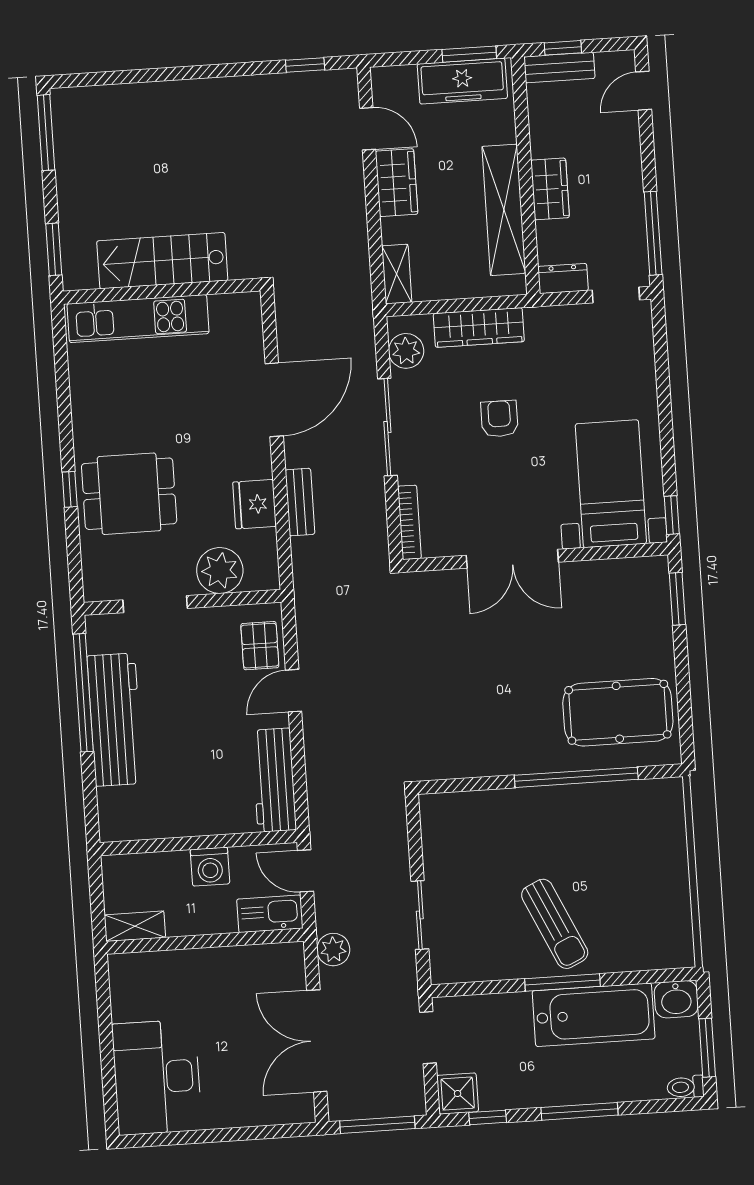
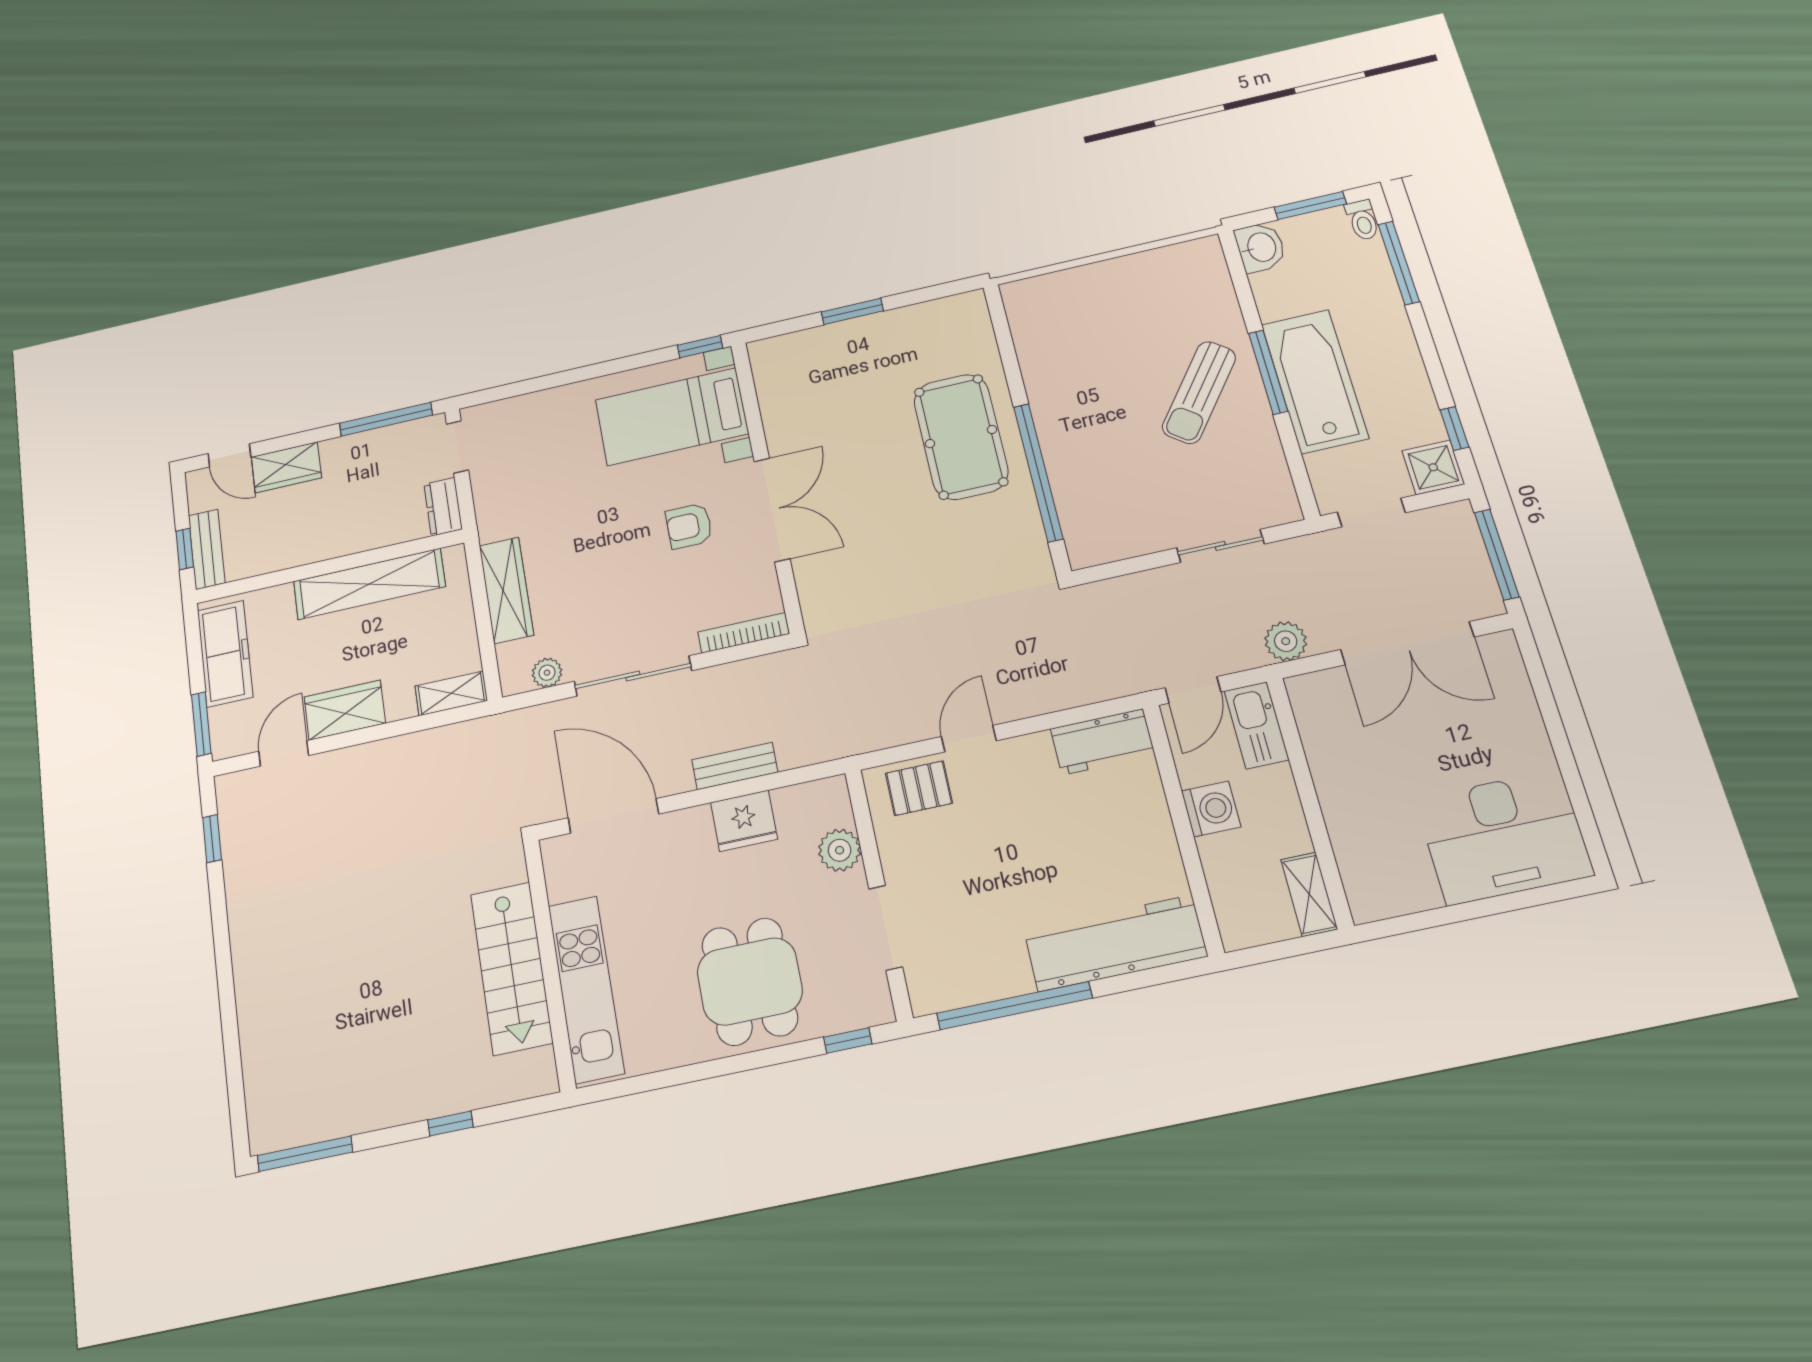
window: (469, 54) -> (201, 724), moved
wardrobe: (550, 189) -> (286, 467), moved, turned 180
window: (54, 249) -> (450, 1123), width x0.67
stairs: (162, 261) -> (512, 968), moved
wall: (162, 291) -> (549, 963), moved
kitchen unit: (138, 319) -> (586, 989), moved
plant: (406, 351) -> (547, 673), width x0.73, depth x0.73
armchair: (499, 419) -> (689, 526), moved
window: (70, 489) -> (848, 1040), moved
plant: (220, 571) -> (840, 850), width x0.73, depth x0.73
window: (677, 599) -> (852, 311), moved
door: (294, 691) -> (969, 739), swing flipped
pool table: (618, 712) -> (961, 437), moved
workbench: (115, 720) -> (1115, 943), moved
window: (576, 777) -> (1038, 472), moved
workbench: (274, 780) -> (1103, 742), width x0.73
sun lounger: (555, 924) -> (1199, 392), turned 152
bathtub: (594, 1015) -> (1315, 381), moved
window: (579, 1111) -> (1399, 263), moved

